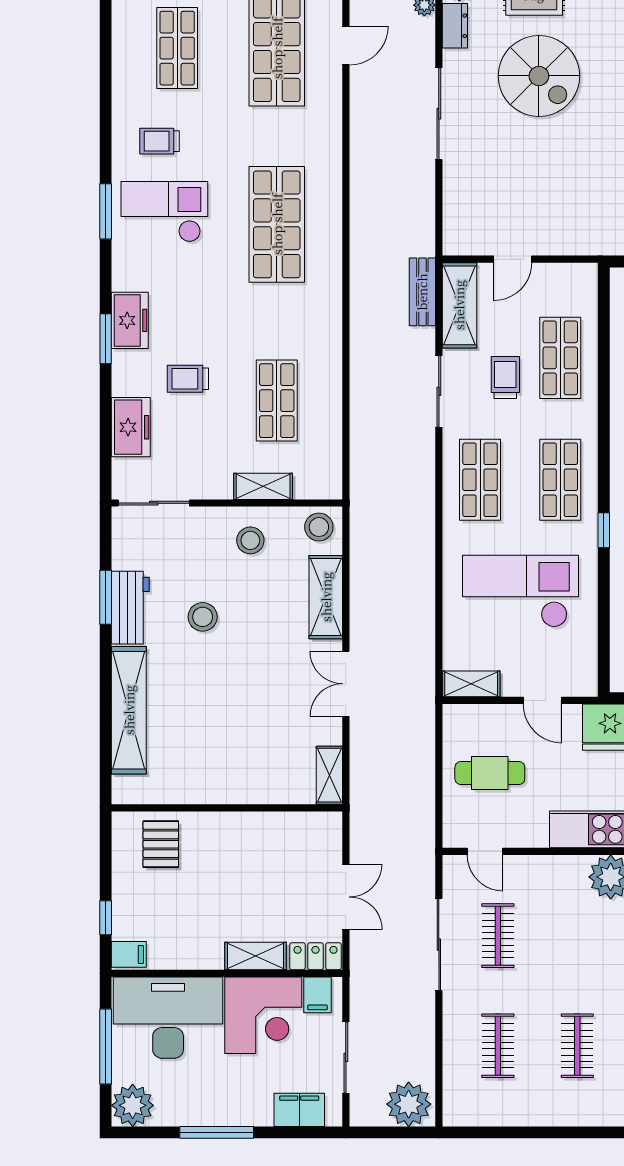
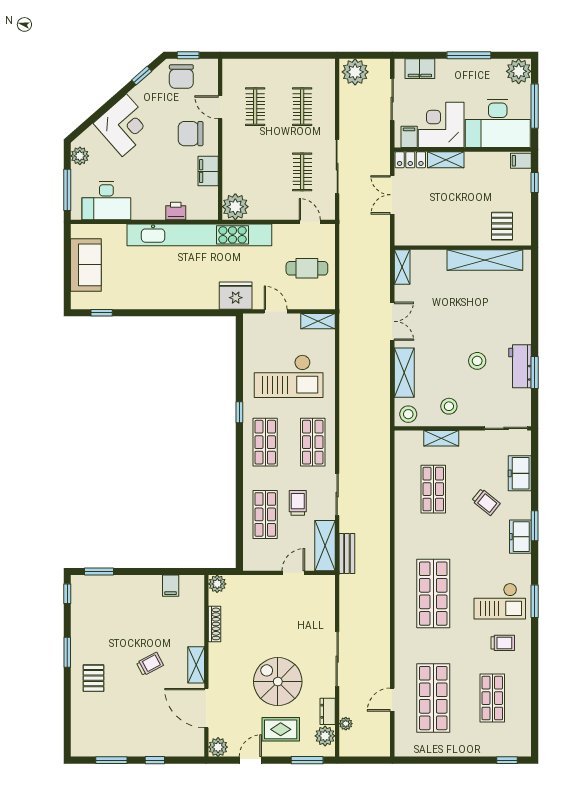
trolley: (505, 378) -> (298, 503), turned 180
trolley: (188, 379) -> (486, 502), turned 39
shelving: (129, 710) -> (485, 260), moved, turned 90

